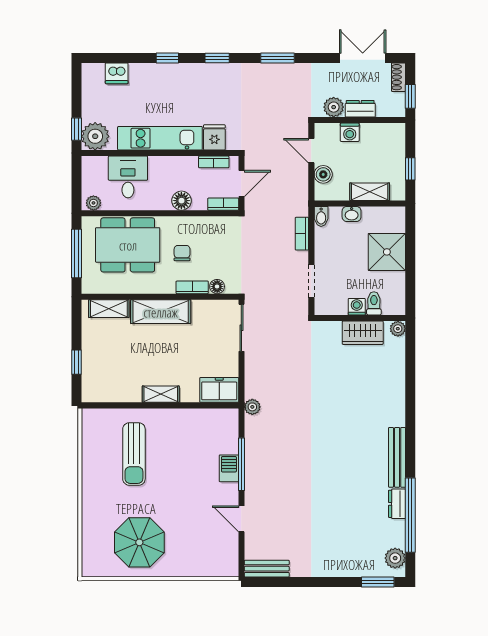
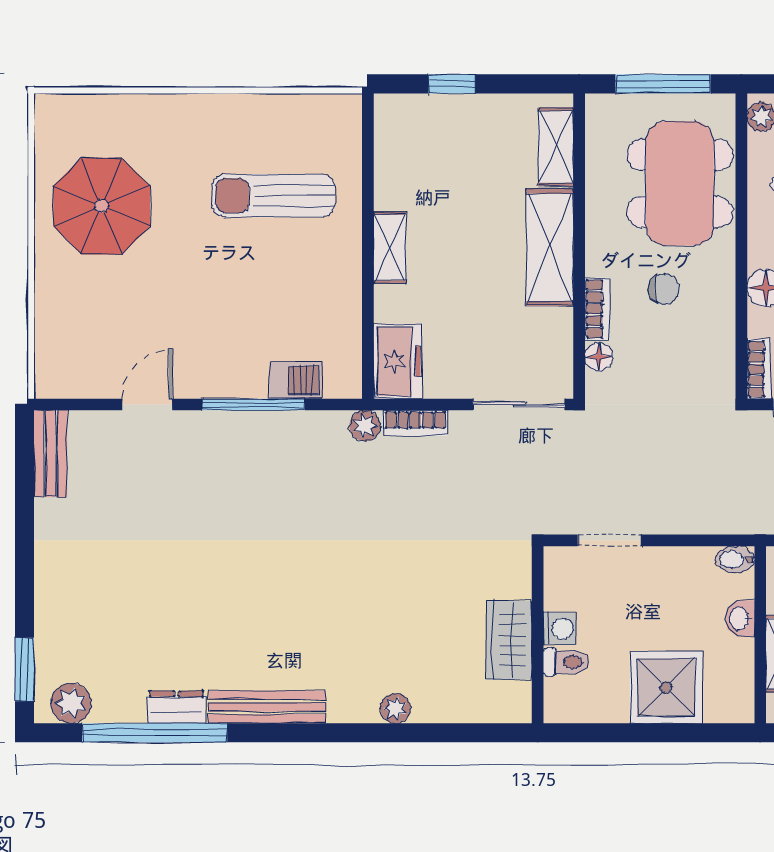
bookcase: (302, 234) -> (415, 423), moved, turned 180
plant: (398, 329) -> (395, 708), moved
barbecue: (229, 468) -> (296, 380), moved

